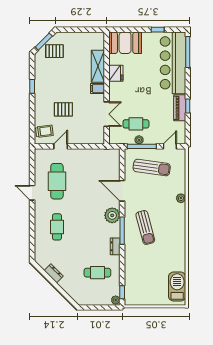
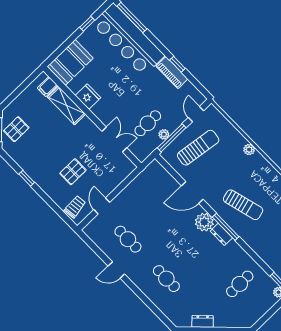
filing cabinet: (98, 88) -> (47, 87), moved
cafe table: (57, 181) -> (128, 239), width x0.73, depth x0.74
dresser: (115, 246) -> (221, 234), moved

